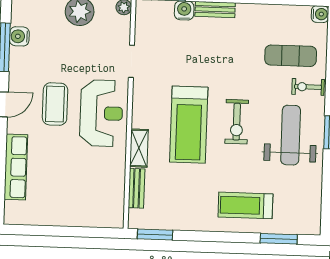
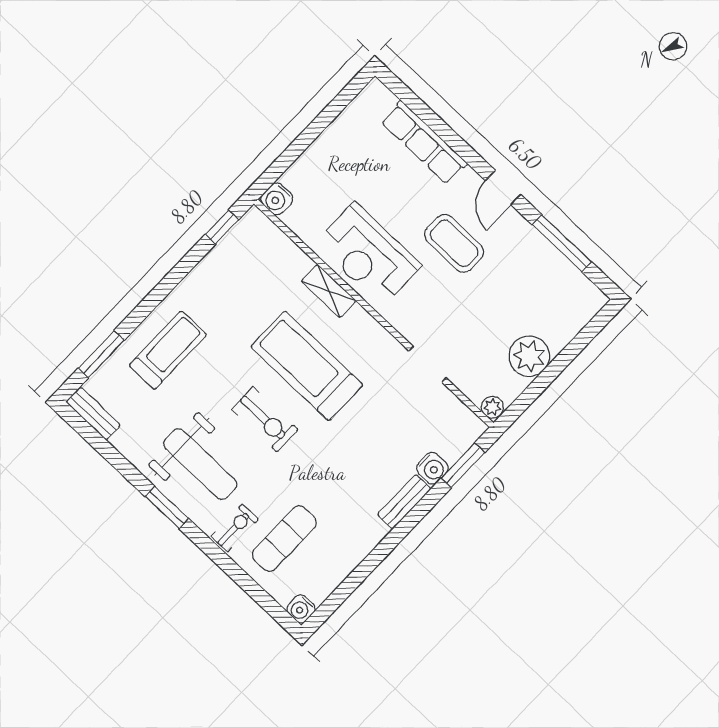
water cooler: (19, 36) -> (277, 199), moved, turned 180
reception desk: (101, 113) -> (368, 254), moved
exercise bike: (237, 122) -> (265, 419), turned 180
bench: (137, 188) -> (93, 413), moved
window: (155, 234) -> (222, 227), width x0.67

